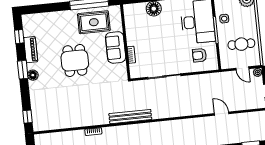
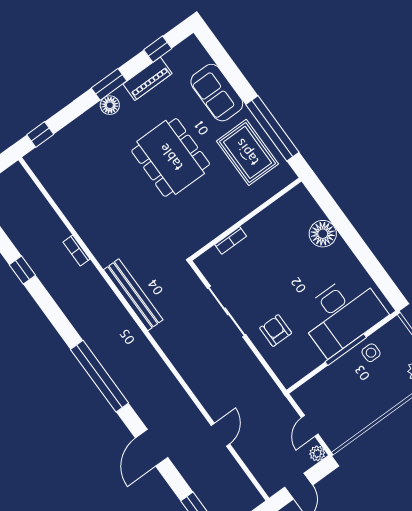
cafe table: (241, 44) -> (347, 403), removed
sofa: (116, 47) -> (217, 93), moved, turned -90
armchair: (200, 55) -> (276, 331), moved
dining table: (75, 60) -> (171, 157), width x1.38

